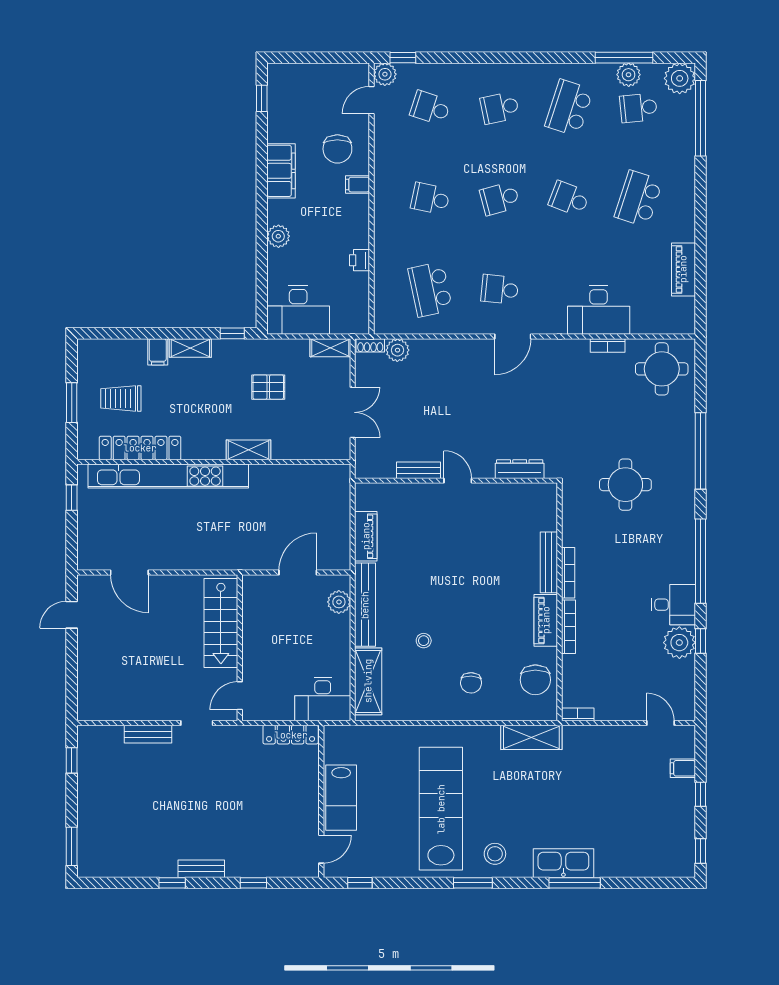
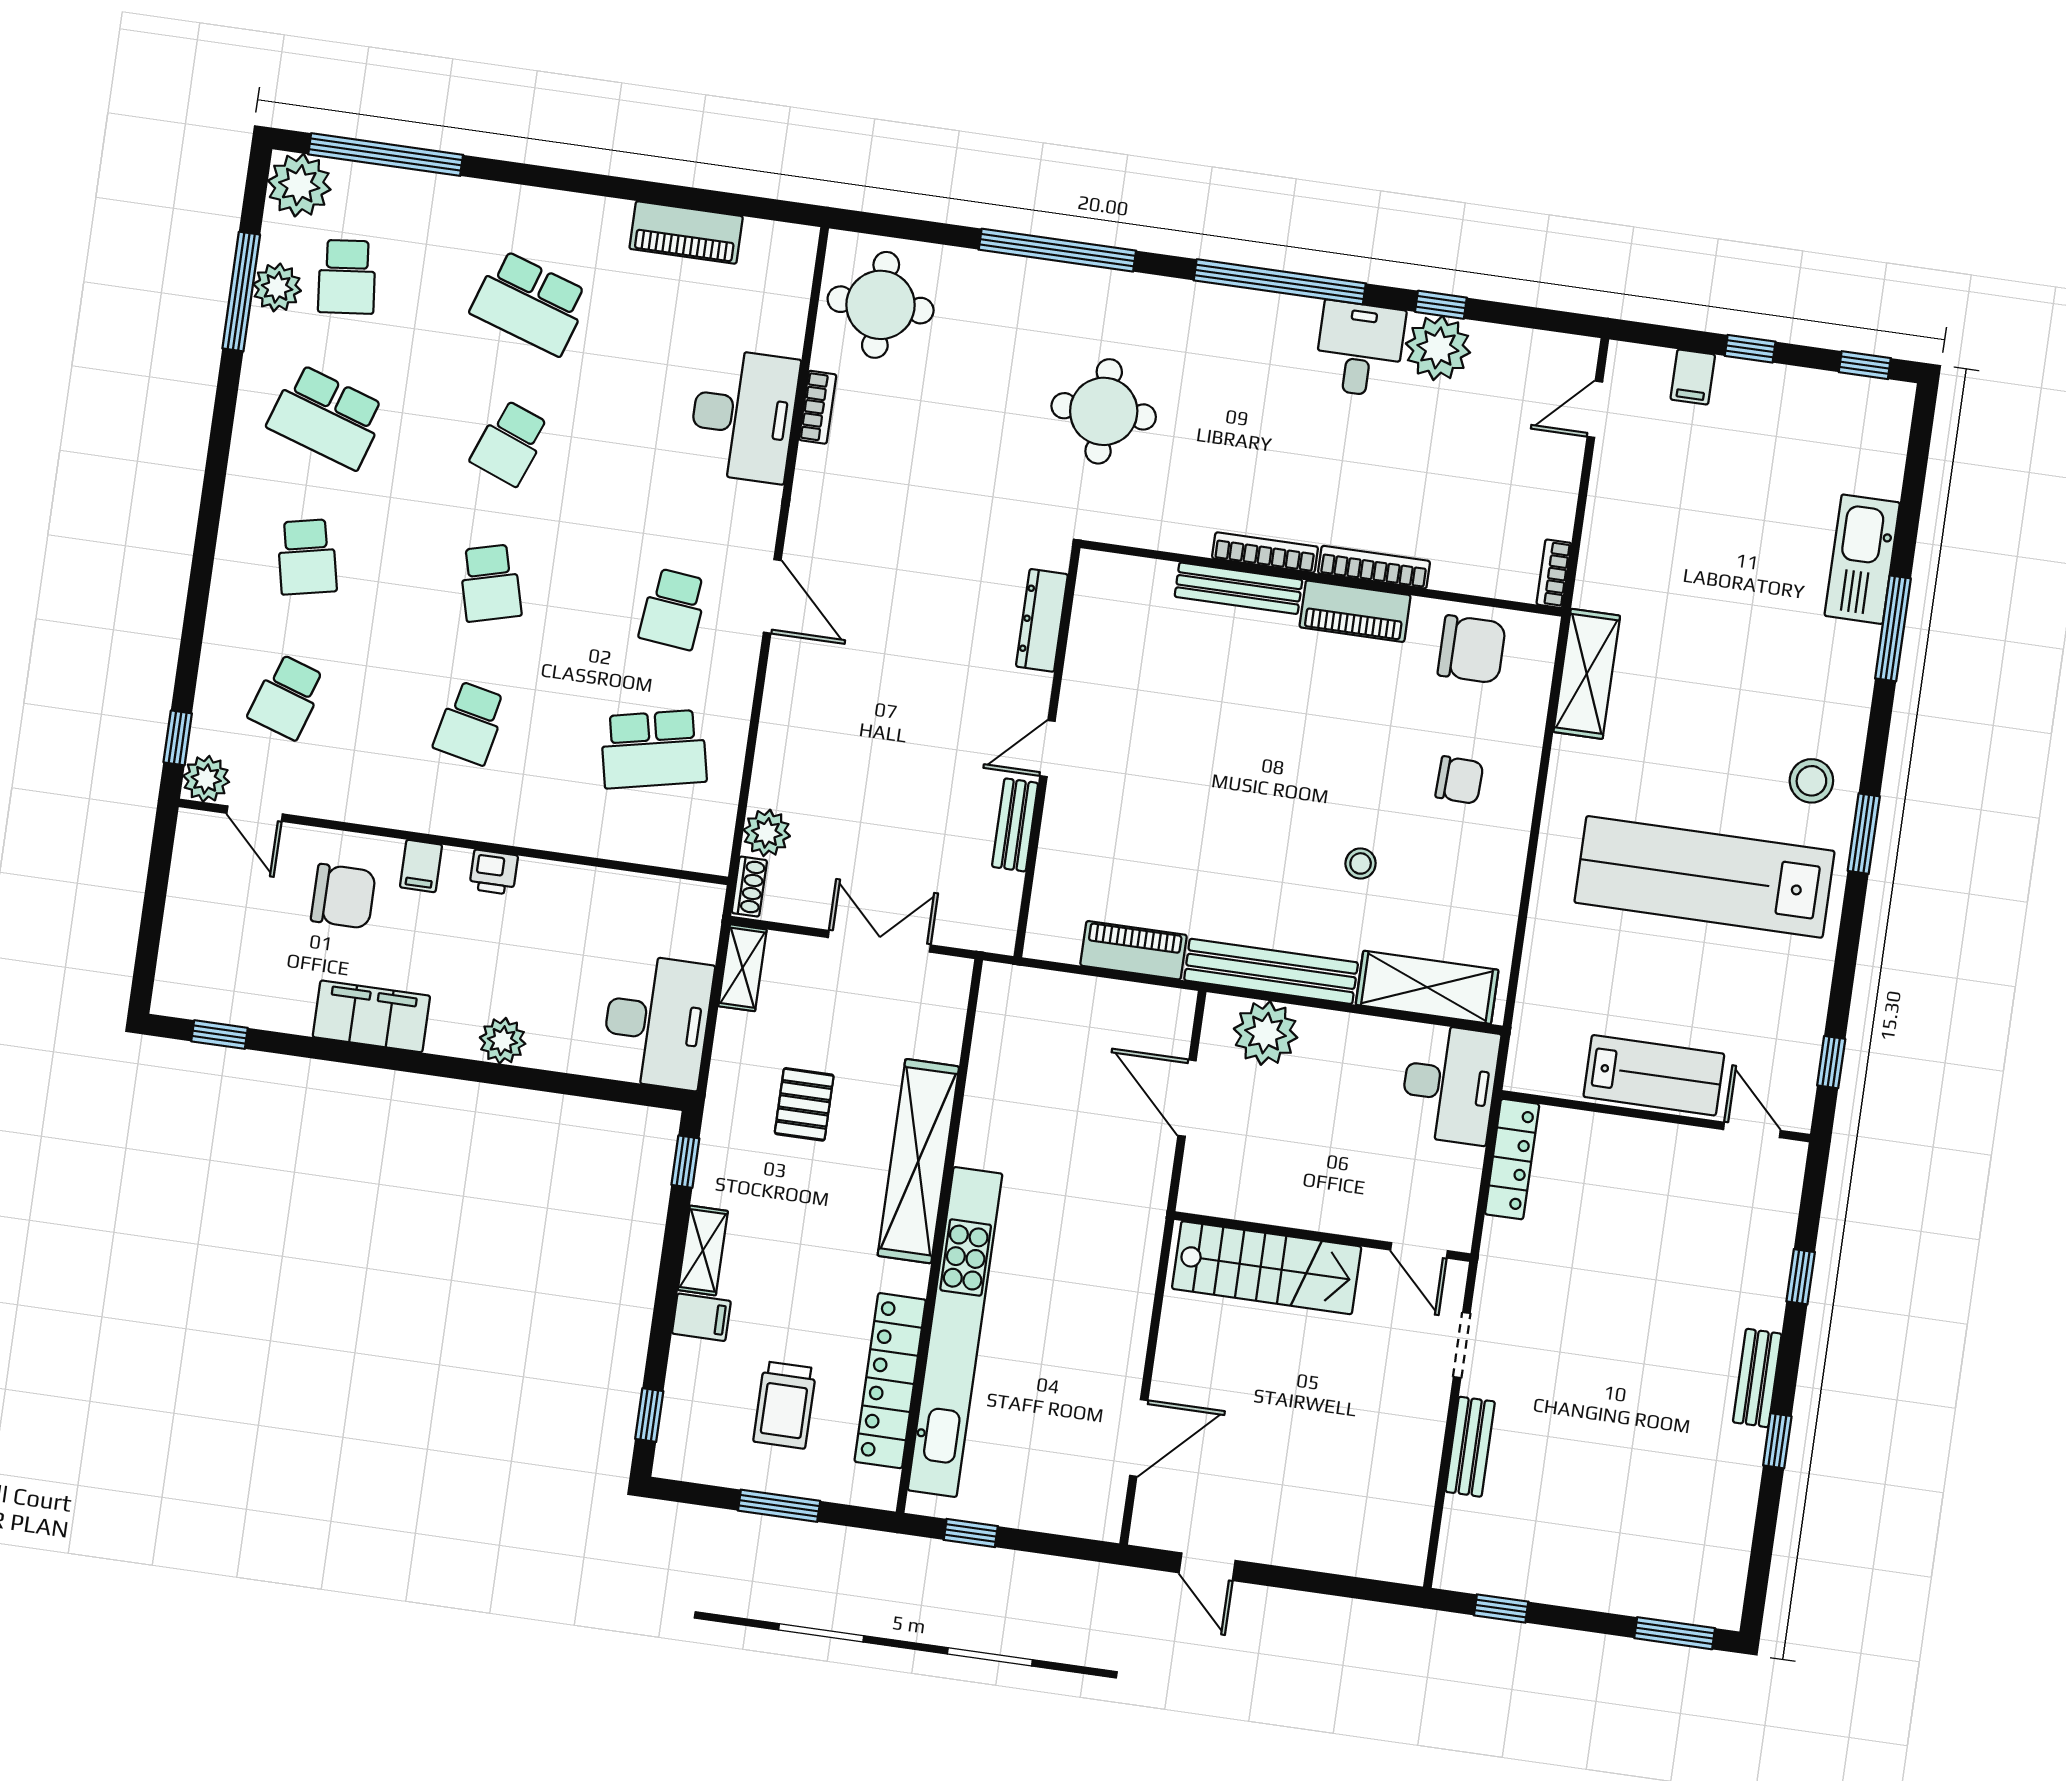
printer: (360, 260) -> (494, 872), moved
window: (107, 333) -> (649, 1415), added
shelving: (249, 450) -> (918, 1161), width x2.20, depth x1.33
plant: (339, 602) -> (1266, 1033), width x1.36, depth x1.36
kitchen sink: (563, 863) -> (1862, 559), moved

